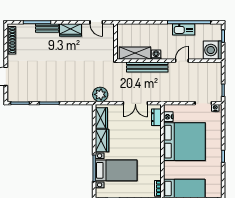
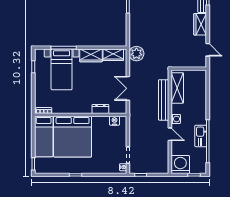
door: (96, 22) -> (208, 50), swing flipped
washing machine: (156, 55) -> (176, 119), moved
dresser: (156, 117) -> (100, 109), moved
bed: (184, 142) -> (73, 137), moved

